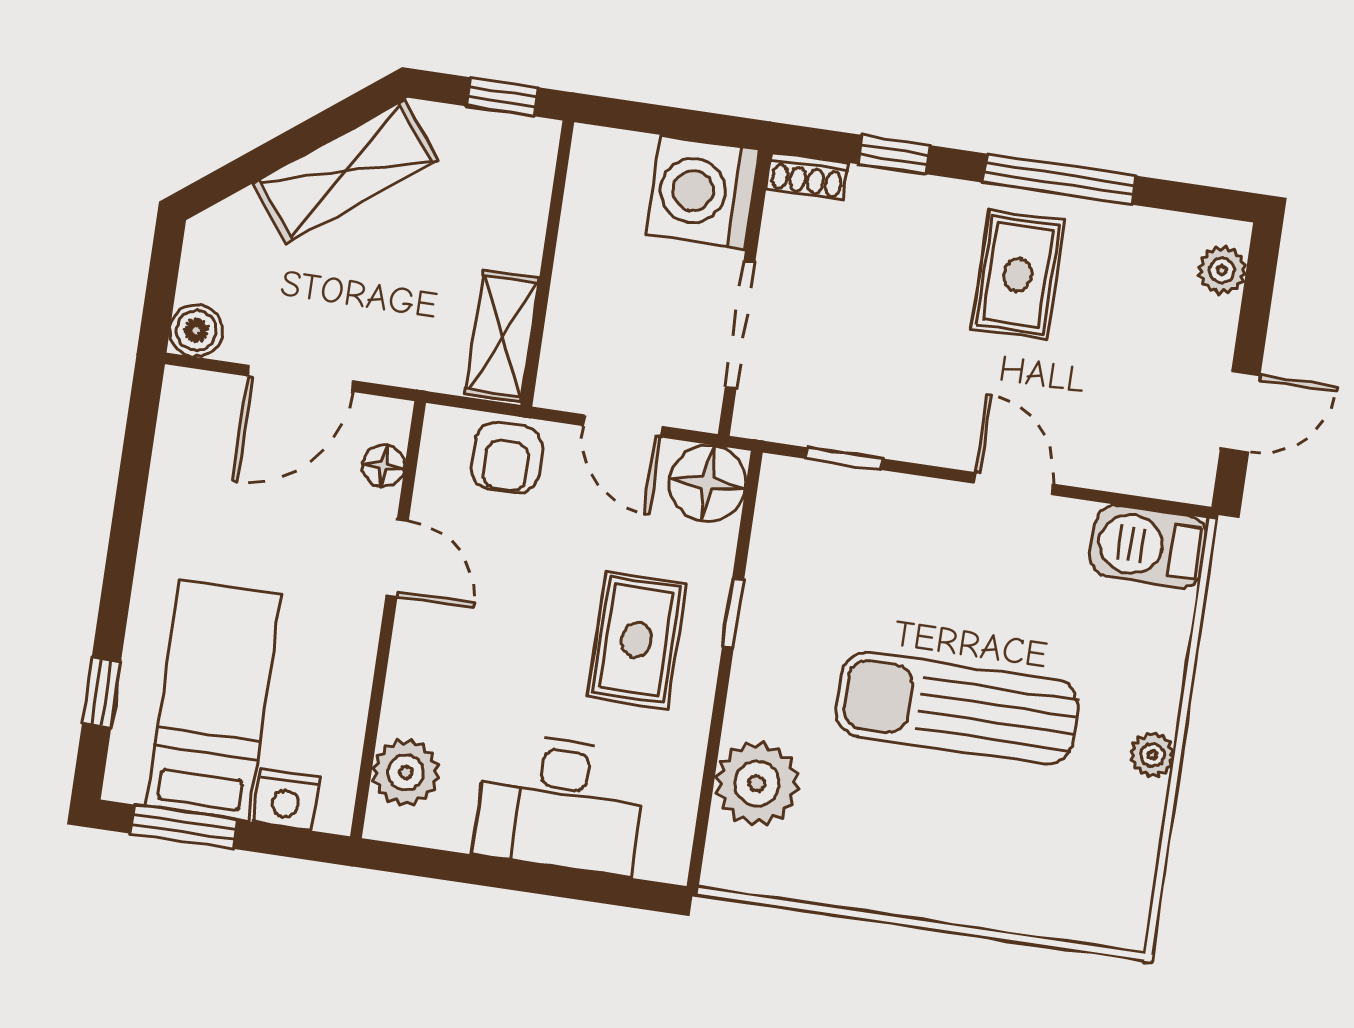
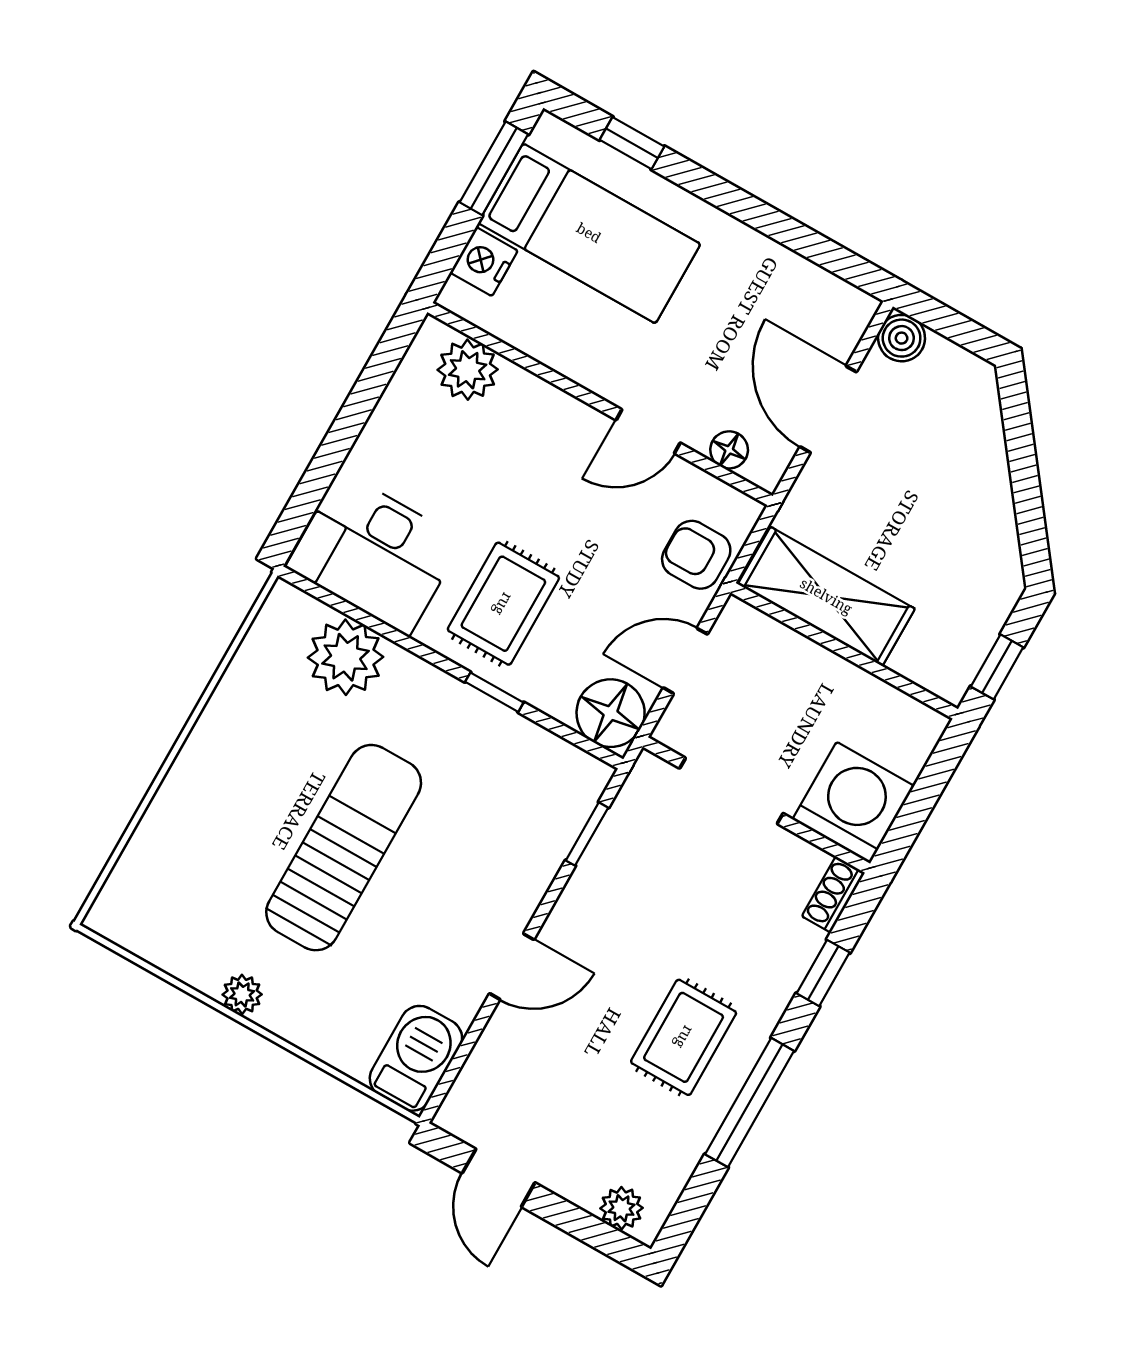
shelving: (345, 172) -> (985, 513), removed
rug: (1018, 275) -> (684, 1037), turned 90
shelving: (502, 336) -> (826, 596), width x1.50, depth x1.33
rug: (636, 640) -> (503, 604), turned 90
desk: (560, 804) -> (375, 554), moved, turned -90

